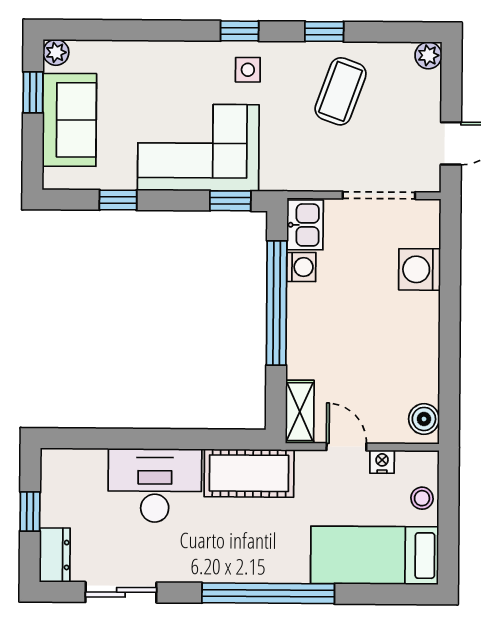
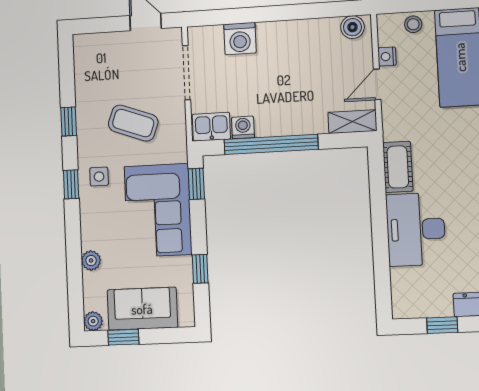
plant: (428, 55) -> (91, 260), moved
coffee table: (341, 91) -> (133, 123), moved
cot: (249, 473) -> (398, 167), width x0.73, depth x0.75

